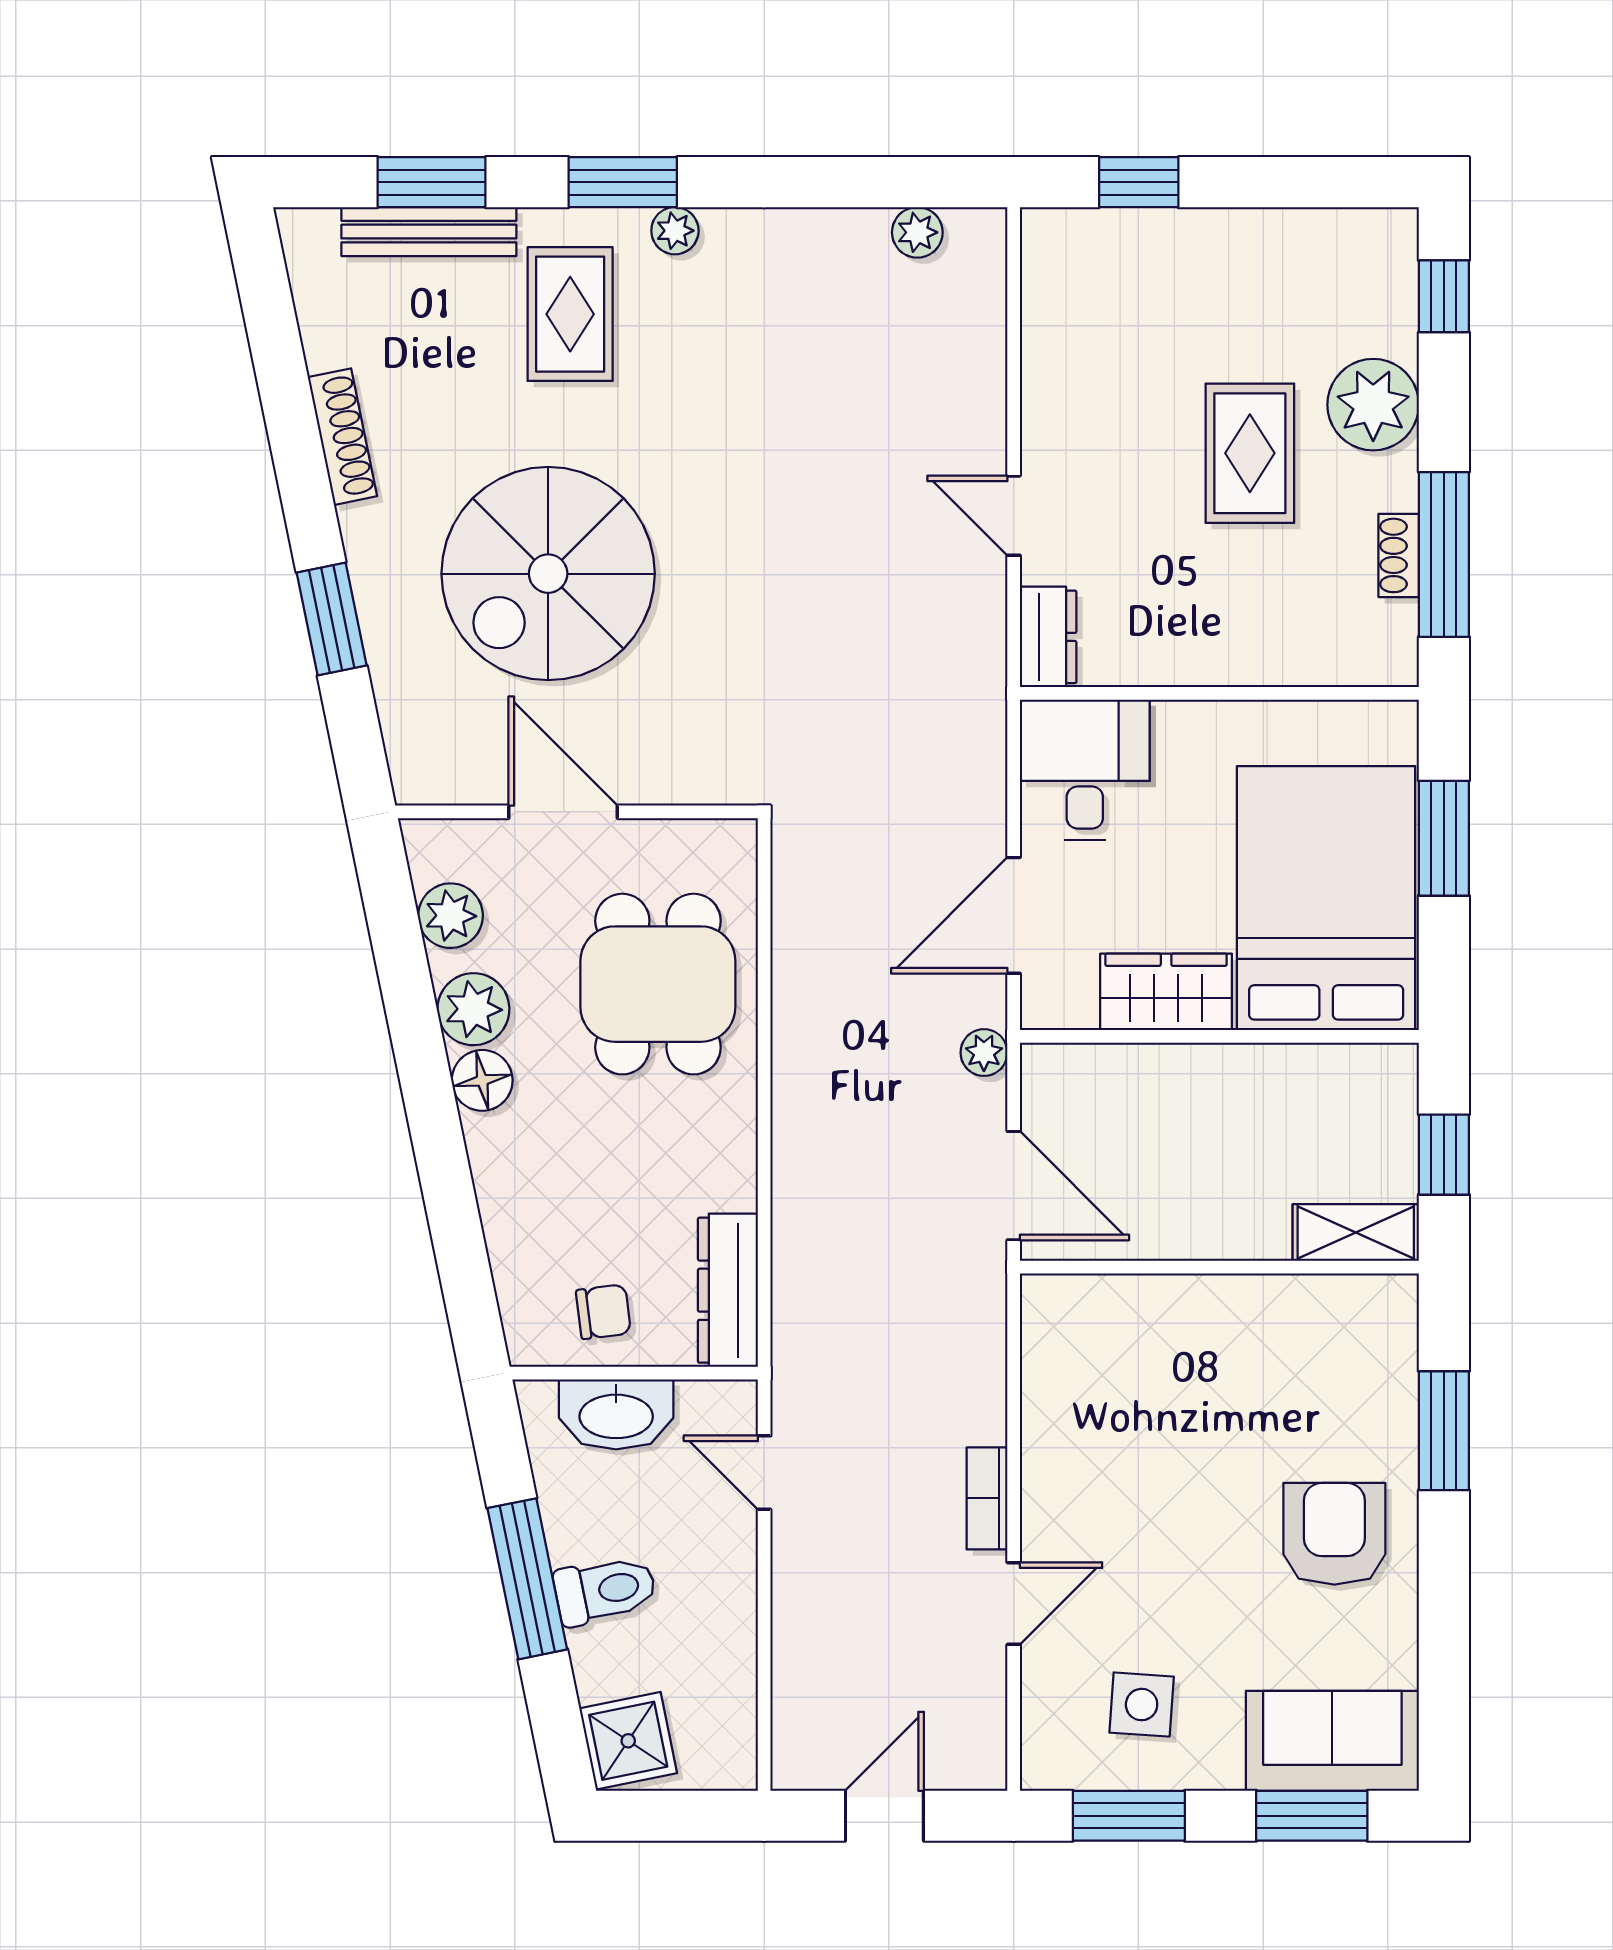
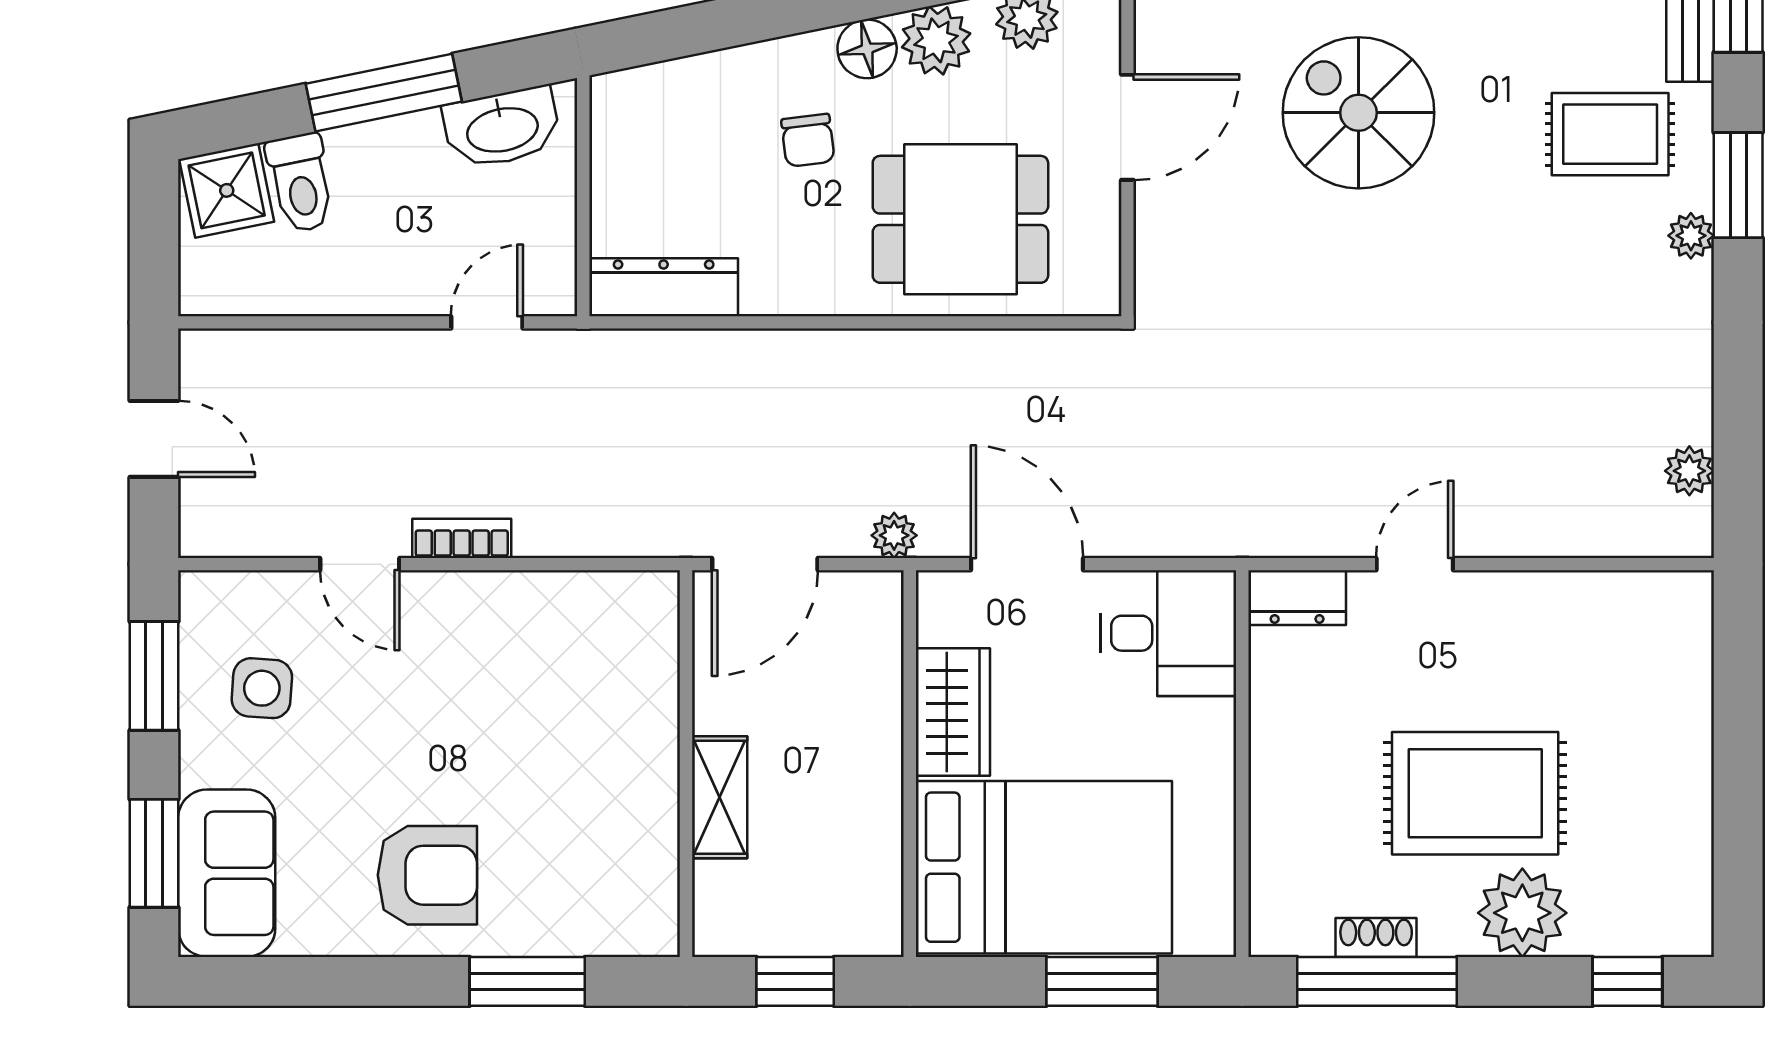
window: (1139, 182) -> (1738, 685), removed
rug: (1250, 453) -> (1475, 793), width x1.36, depth x1.43
spiral stairs: (548, 574) -> (1358, 113), width x0.73, depth x0.73
shelving: (1356, 1232) -> (720, 797), moved
chair: (603, 1312) -> (808, 140), moved
washbasin: (616, 1414) -> (502, 128), moved, turned -102
toilet: (605, 1590) -> (301, 183), moved

